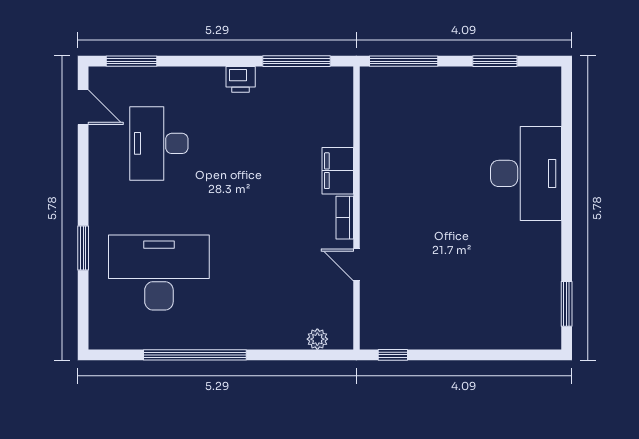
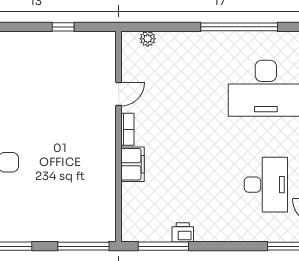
printer: (241, 79) -> (183, 232), moved
door: (356, 265) -> (119, 94), hinge flipped
window: (393, 355) -> (63, 27), moved

